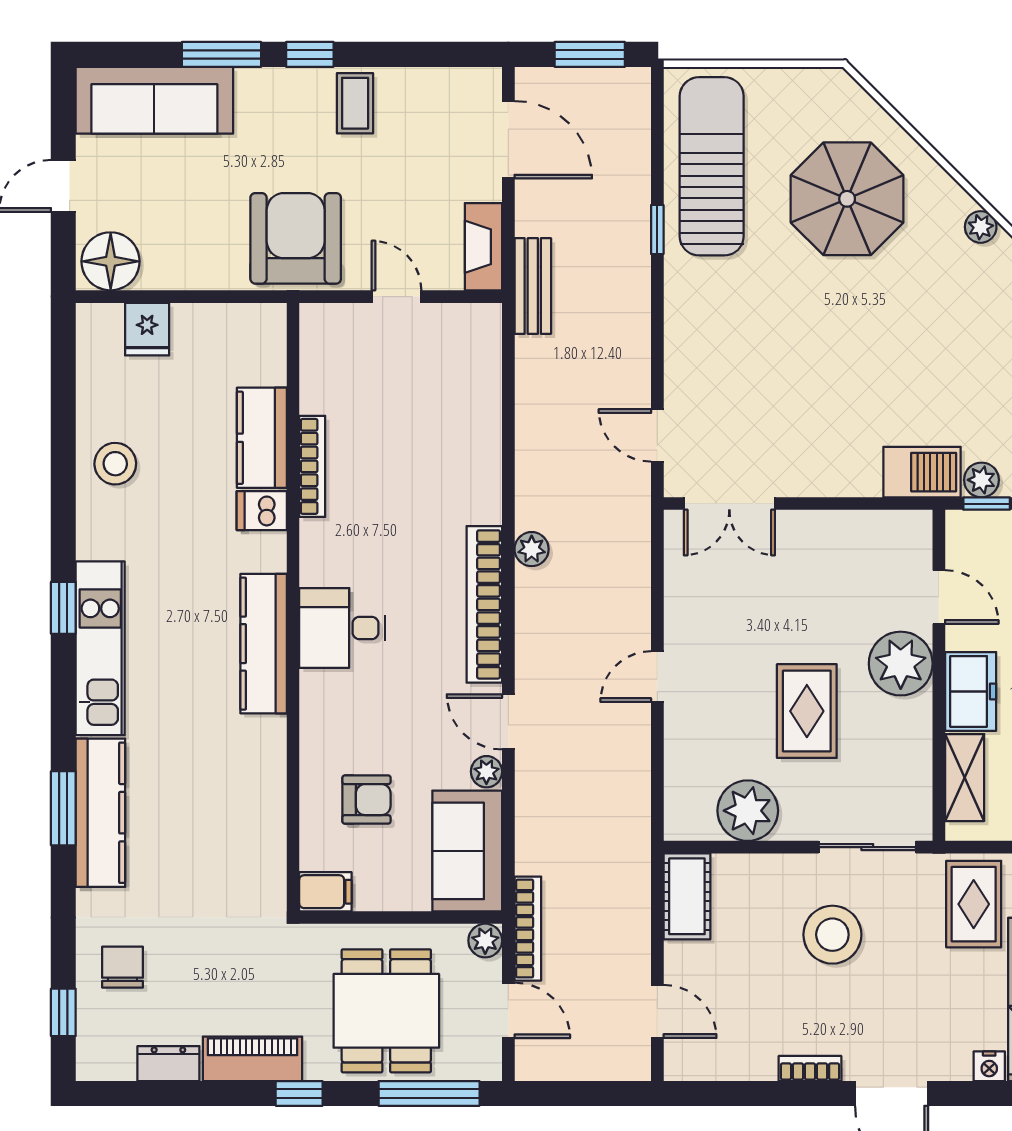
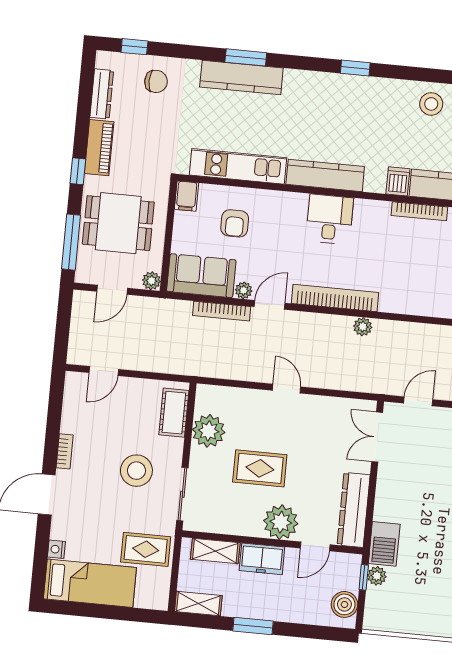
dresser: (866, 534) -> (354, 510), added
kitchen unit: (100, 648) -> (238, 166), moved, turned 180
cot: (687, 896) -> (174, 413), moved, turned 90
bookcase: (528, 929) -> (222, 311), moved
dresser: (168, 1064) -> (102, 94), width x1.44

